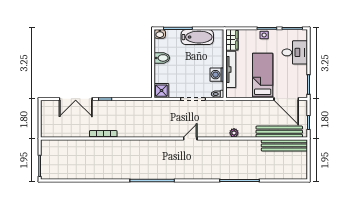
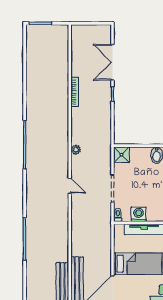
plant: (234, 133) -> (76, 150), moved

